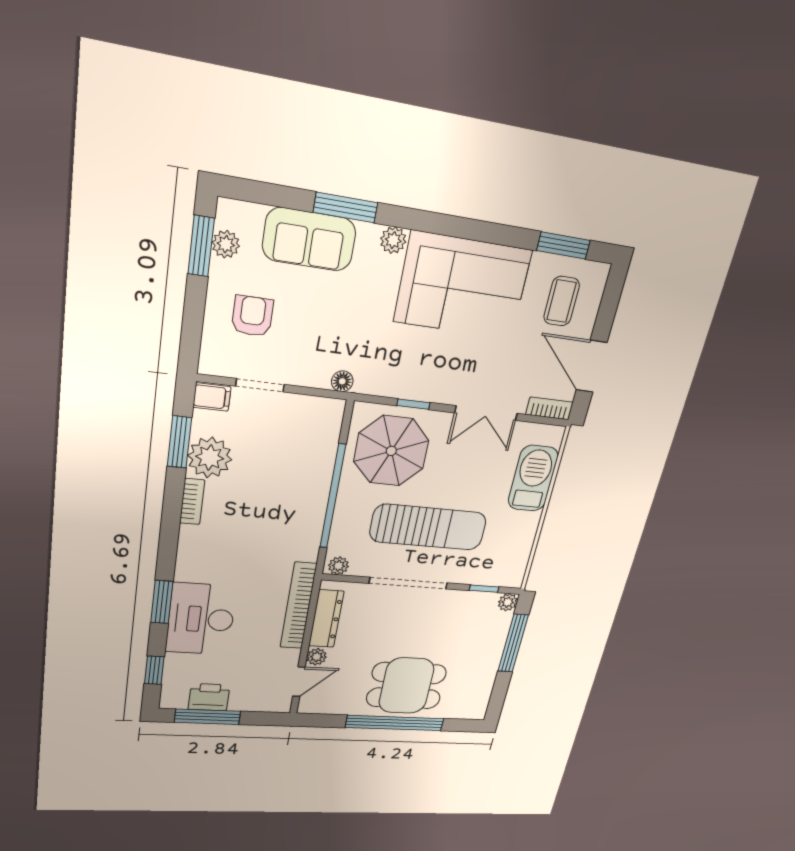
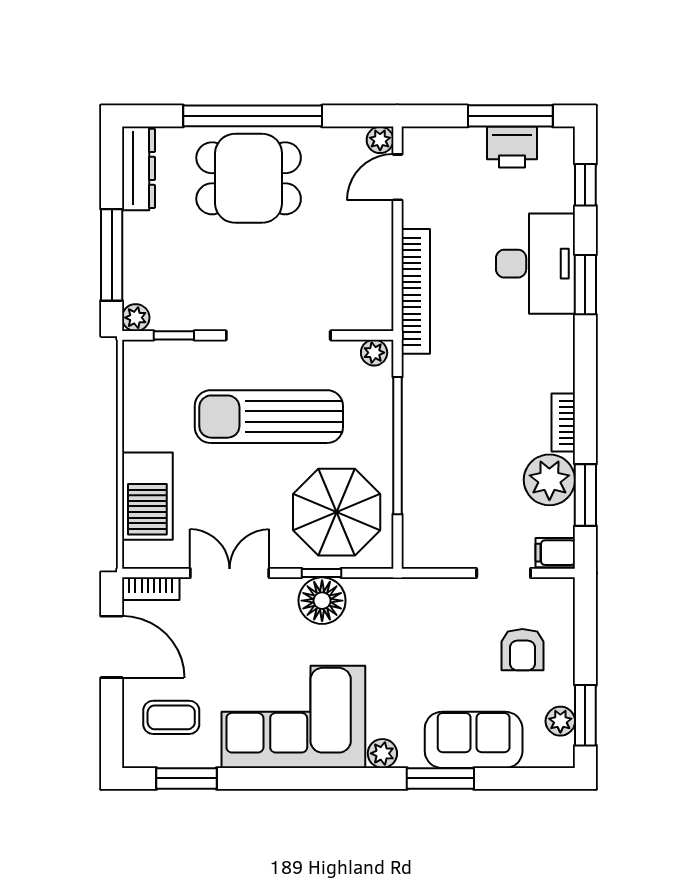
coffee table: (562, 301) -> (171, 717), turned 90
floor lamp: (342, 381) -> (322, 601), moved, width x1.89, depth x1.89
dresser: (326, 619) -> (139, 168), moved, turned 180
plant: (317, 657) -> (380, 140), moved

